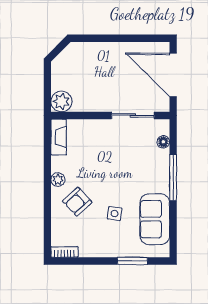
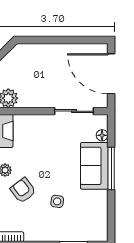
armchair: (77, 202) -> (23, 190), turned 96
sofa: (155, 219) -> (94, 166), moved

